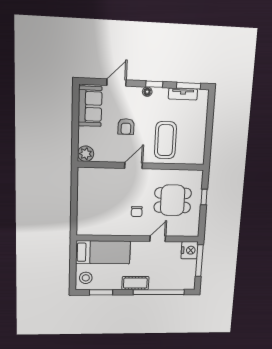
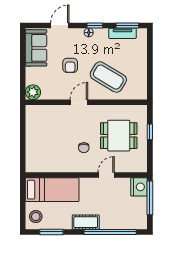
coffee table: (165, 140) -> (108, 77), turned -59

